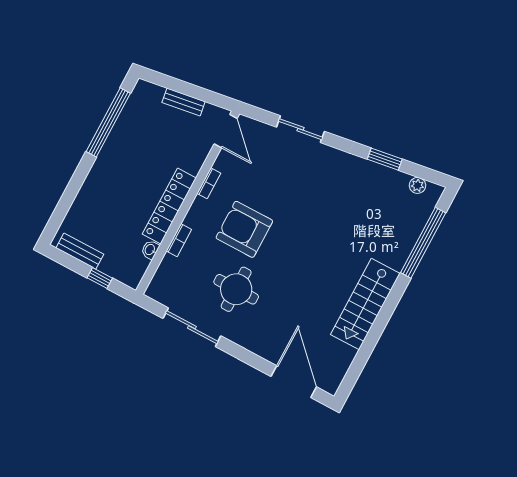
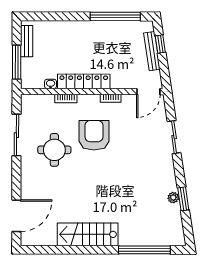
window: (173, 84) -> (160, 44), added
bench: (184, 102) -> (152, 51), width x1.36
plant: (417, 185) -> (173, 198), moved
window: (100, 278) -> (17, 62), width x2.17

